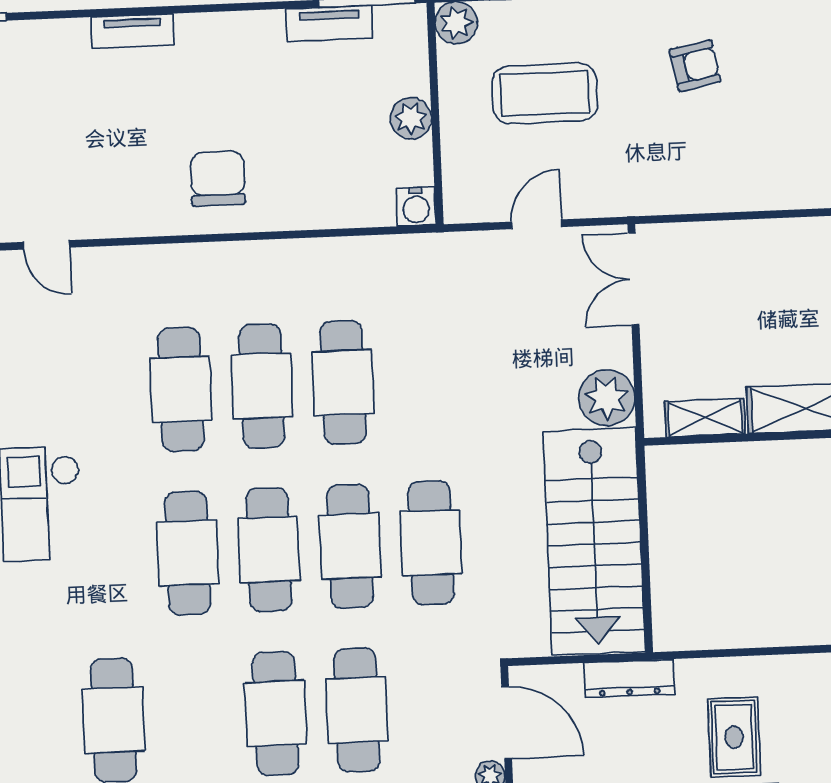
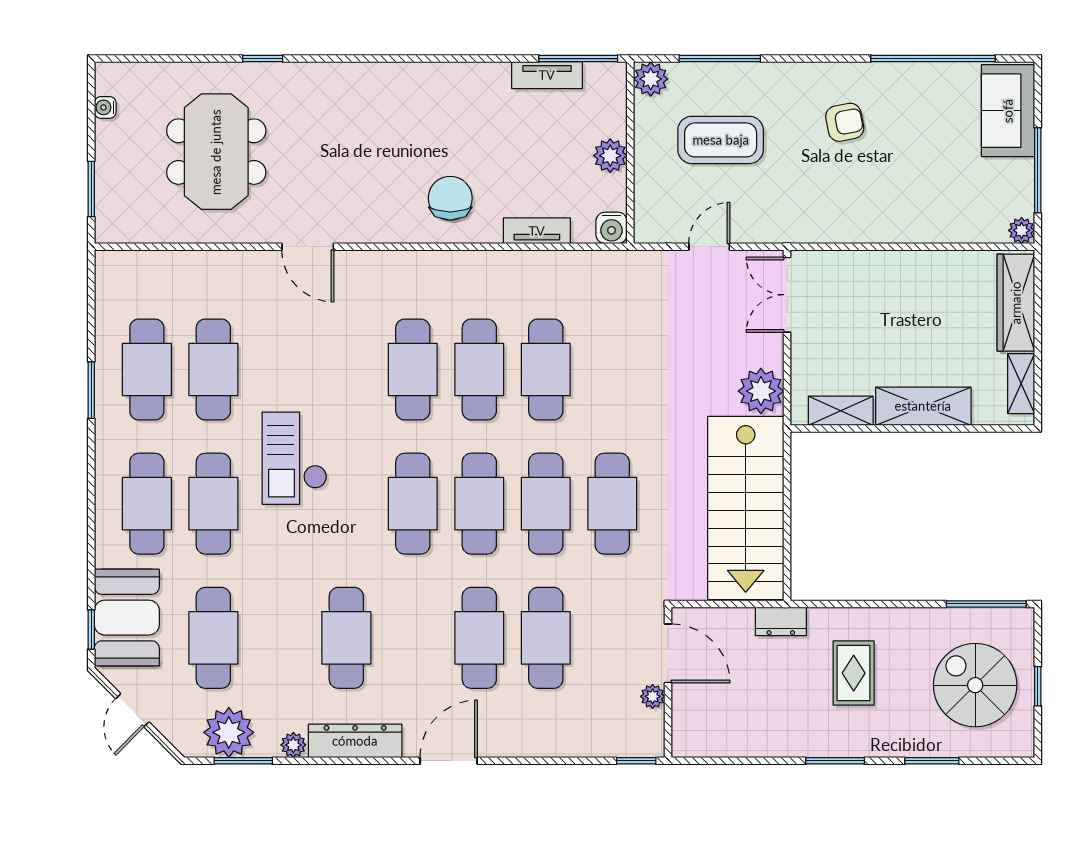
tv unit: (132, 31) -> (537, 231), moved, turned 180
door: (47, 245) -> (308, 247), width x1.38
dresser: (629, 678) -> (781, 621), width x0.70

